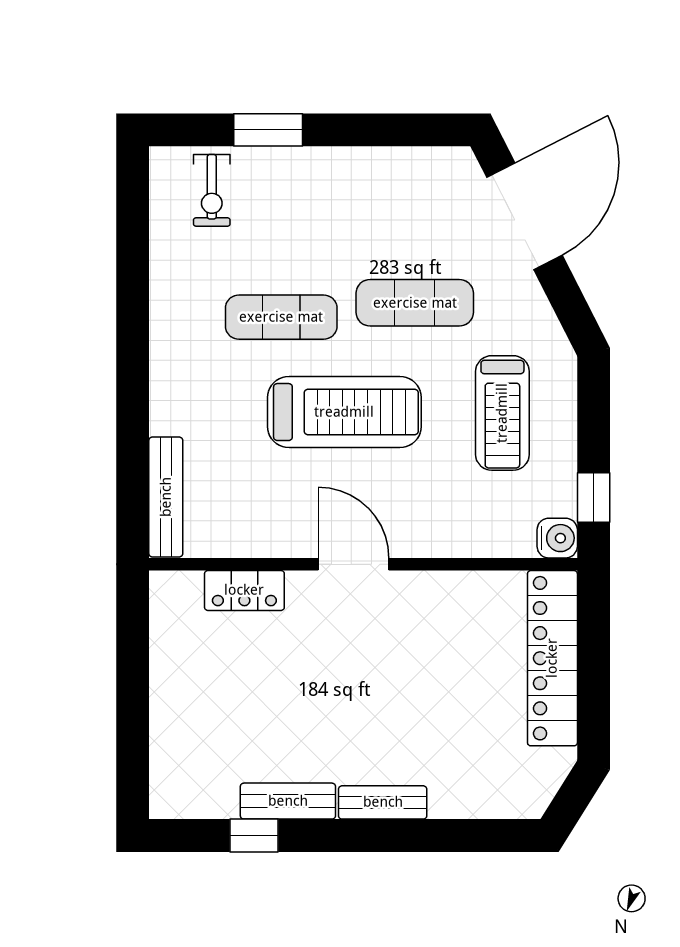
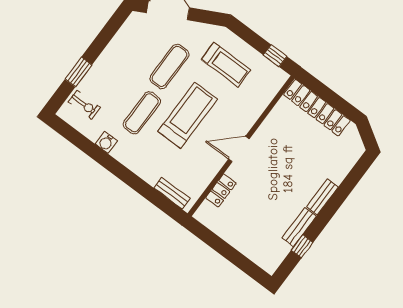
bench: (166, 497) -> (172, 193), width x0.73
water cooler: (557, 538) -> (106, 142), moved, turned 180

